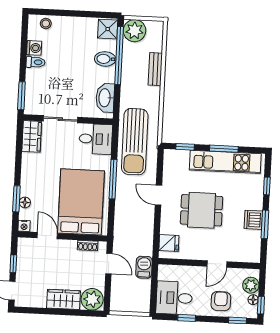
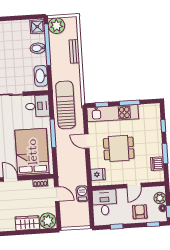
sun lounger: (135, 142) -> (66, 105), turned 180
kitchen unit: (225, 162) -> (113, 113), moved
dishwasher: (253, 220) -> (157, 164), moved
desk: (174, 298) -> (105, 202), moved, turned 90

